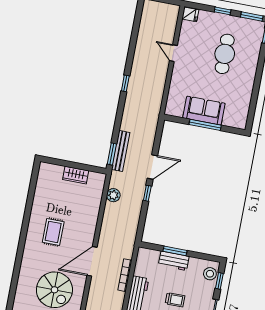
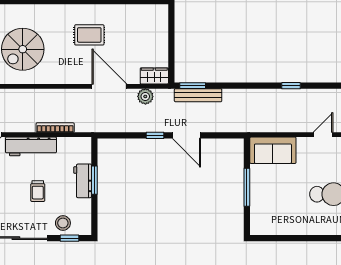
window: (125, 83) -> (291, 86), moved
sofa: (204, 111) -> (273, 150), moved, turned 90
wardrobe: (76, 175) -> (154, 76), moved, turned 90
door: (92, 261) -> (109, 86), moved
stool: (210, 274) -> (63, 223), moved

